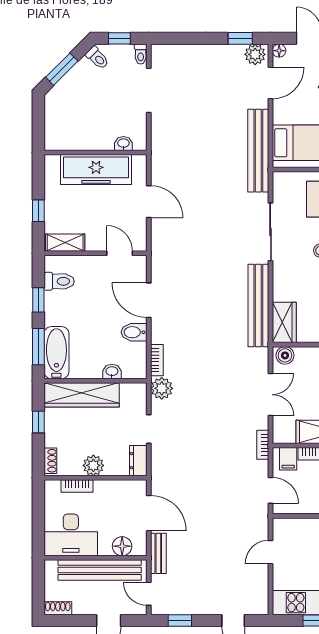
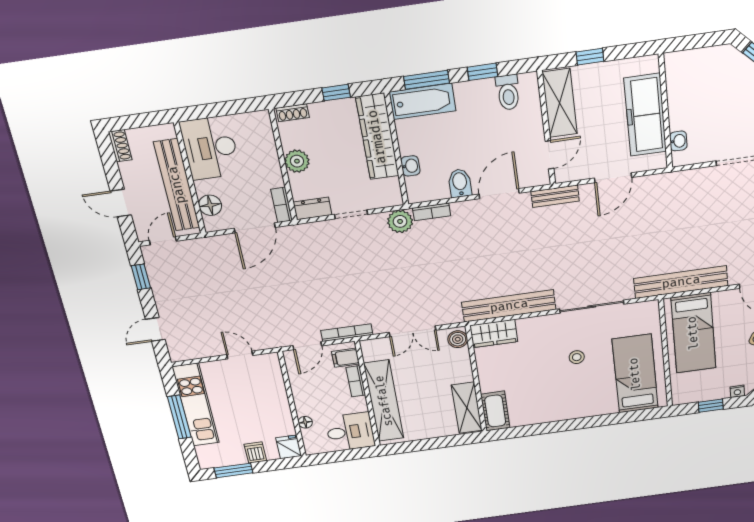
shelving: (65, 243) -> (560, 103), width x1.50, depth x1.33
bookcase: (263, 445) -> (347, 333), width x1.56
bookcase: (77, 486) -> (282, 205), moved
bench: (158, 553) -> (555, 196), moved

